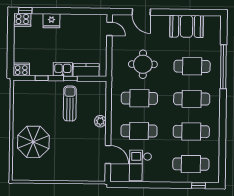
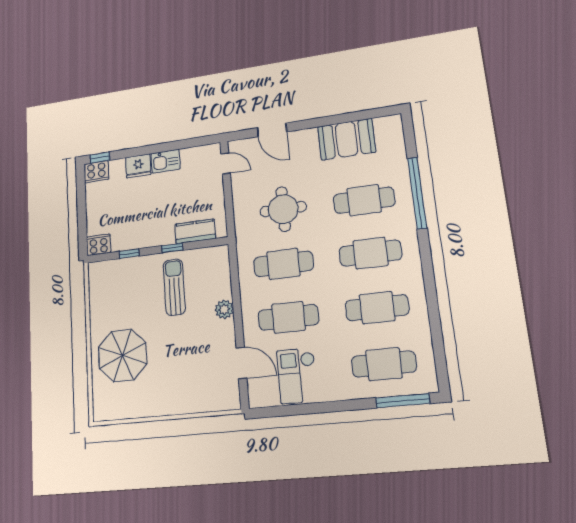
kitchen sink: (63, 69) -> (166, 161), moved, turned 180
window: (199, 185) -> (403, 401), width x2.17

